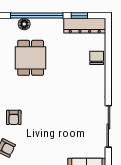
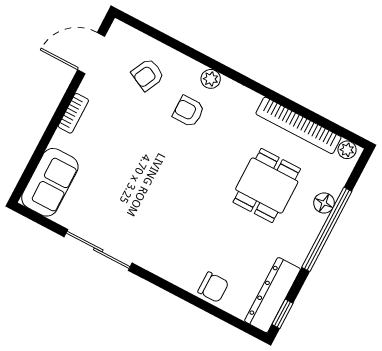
window: (79, 16) -> (282, 314), moved
dining table: (31, 58) -> (267, 185), turned 90

